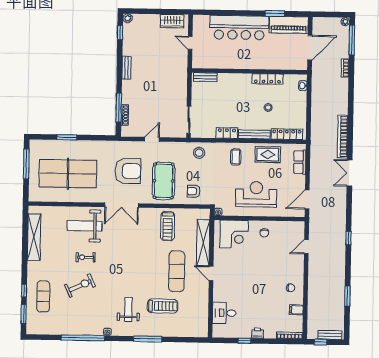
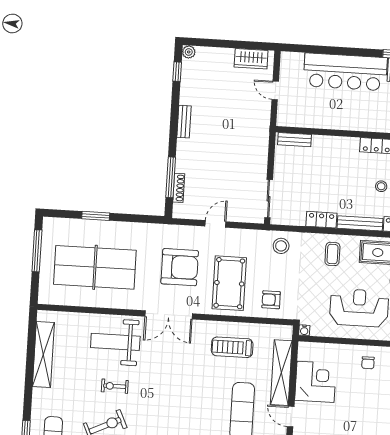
treadmill: (168, 226) -> (232, 347), turned 90
corner desk: (234, 234) -> (316, 382), moved, turned -90

